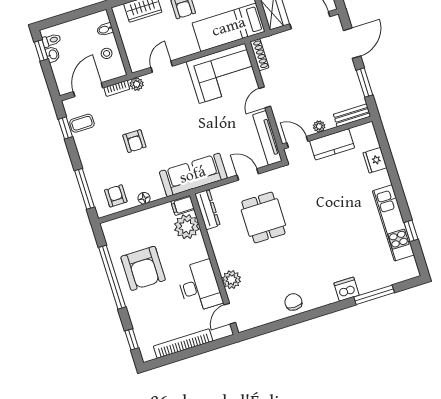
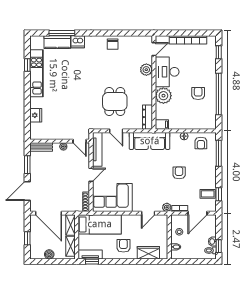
kitchen counter: (332, 144) -> (57, 42), moved, turned 180
plant: (187, 227) -> (163, 96), moved
armchair: (143, 268) -> (198, 93), width x0.53, depth x0.53

